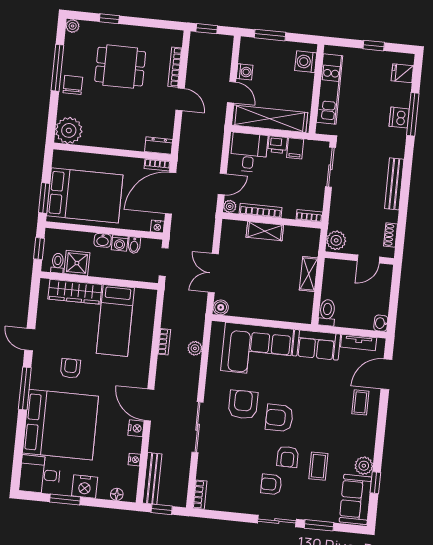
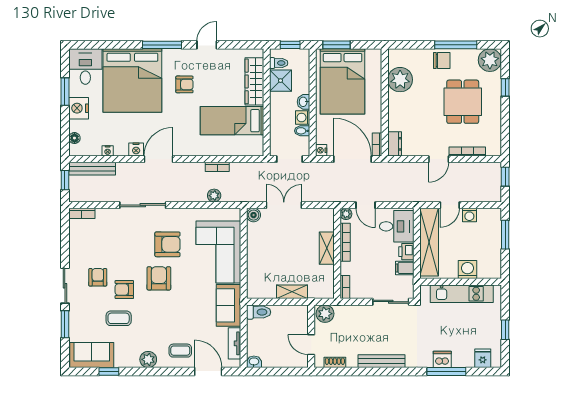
plant: (73, 26) -> (490, 60), width x1.87, depth x1.87
washing machine: (306, 62) -> (467, 270), moved
plant: (69, 130) -> (400, 80), moved
plant: (364, 466) -> (148, 359), moved

